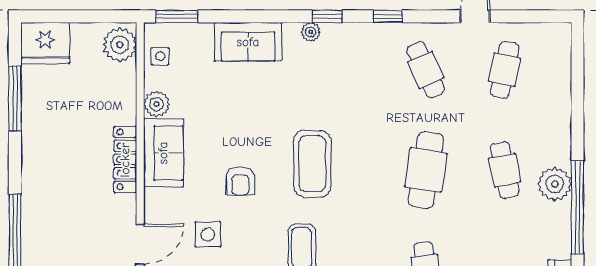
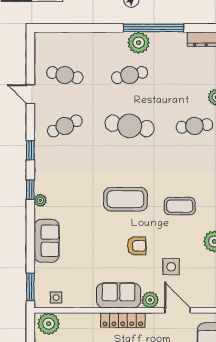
plant: (157, 104) -> (150, 300), moved

